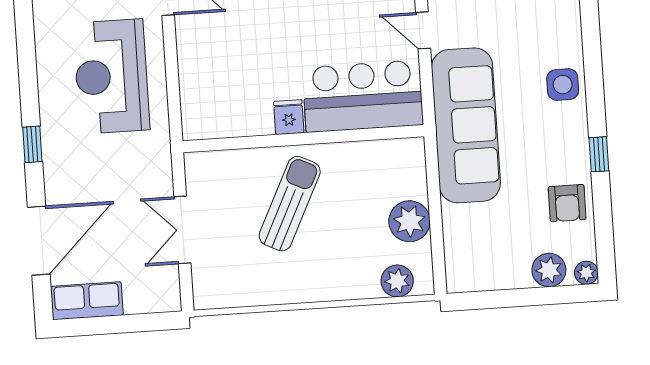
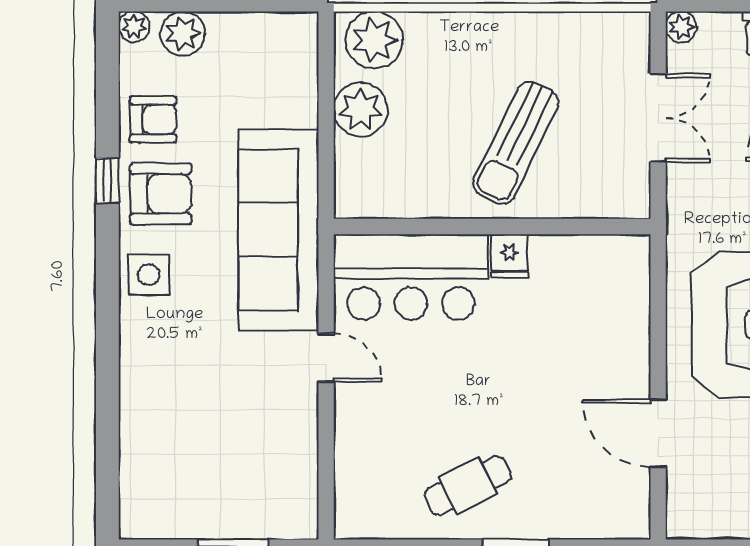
armchair: (557, 147) -> (161, 194), added
armchair: (567, 203) -> (153, 119), turned 90
plant: (397, 281) -> (374, 40), width x1.36, depth x1.36
plant: (169, 300) -> (681, 27), added

